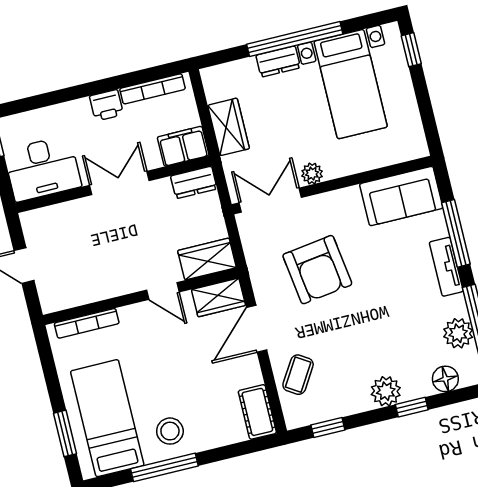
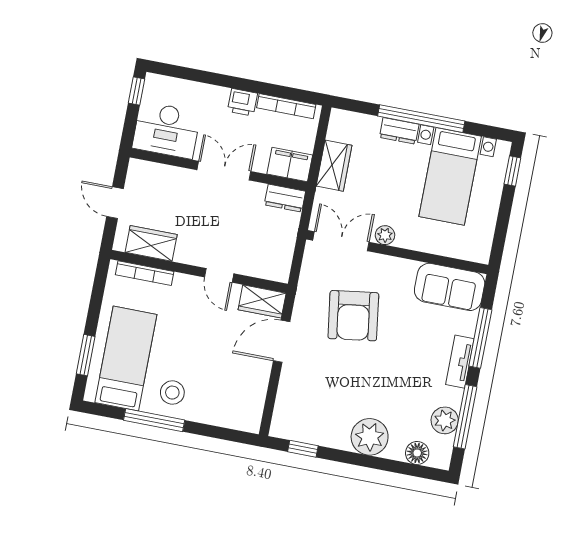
wardrobe: (207, 259) -> (151, 243), moved
coffee table: (298, 375) -> (298, 394), removed
plant: (386, 391) -> (370, 437), width x1.36, depth x1.36
window: (412, 407) -> (379, 463), removed
cot: (257, 412) -> (251, 410), removed

